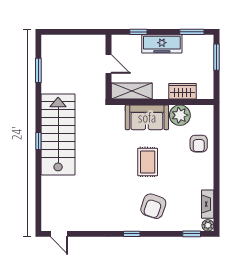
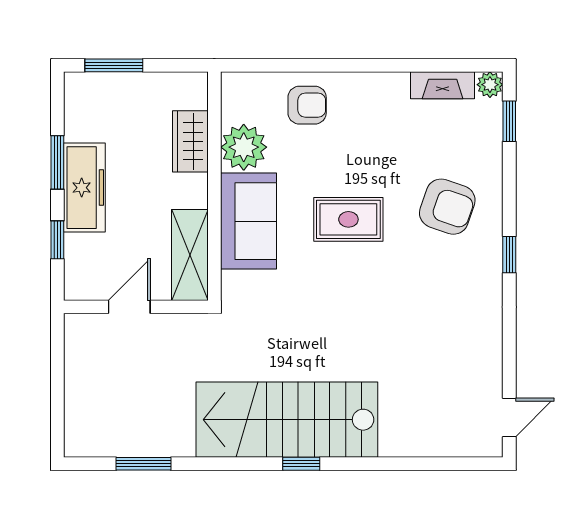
window: (192, 32) -> (57, 162), moved

